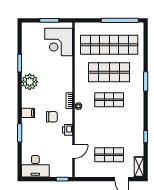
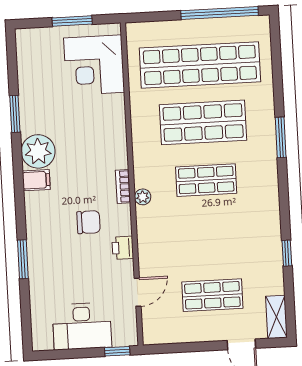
filing cabinet: (28, 113) -> (36, 180), moved
desk: (35, 166) -> (82, 326), moved

